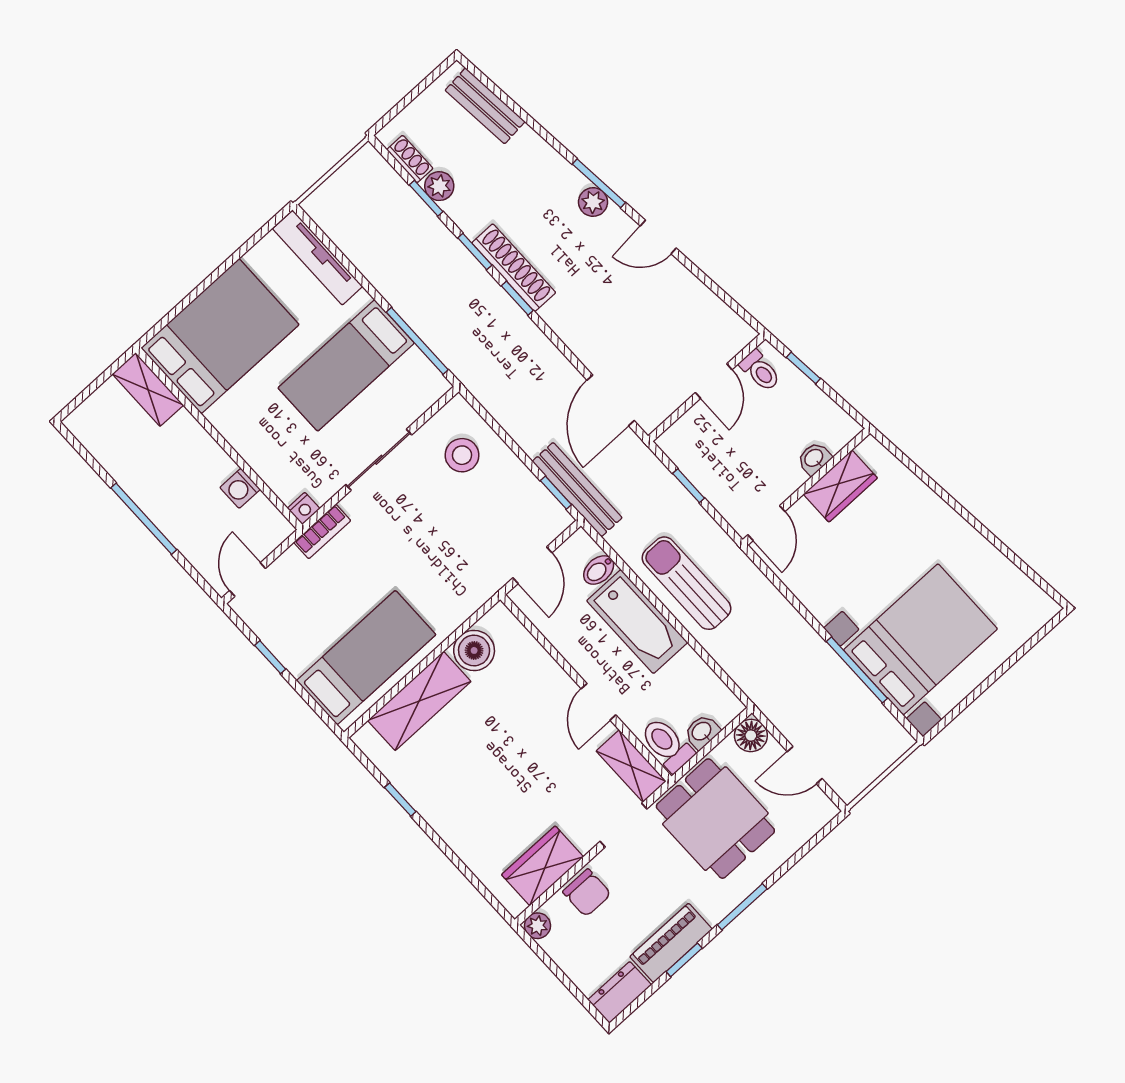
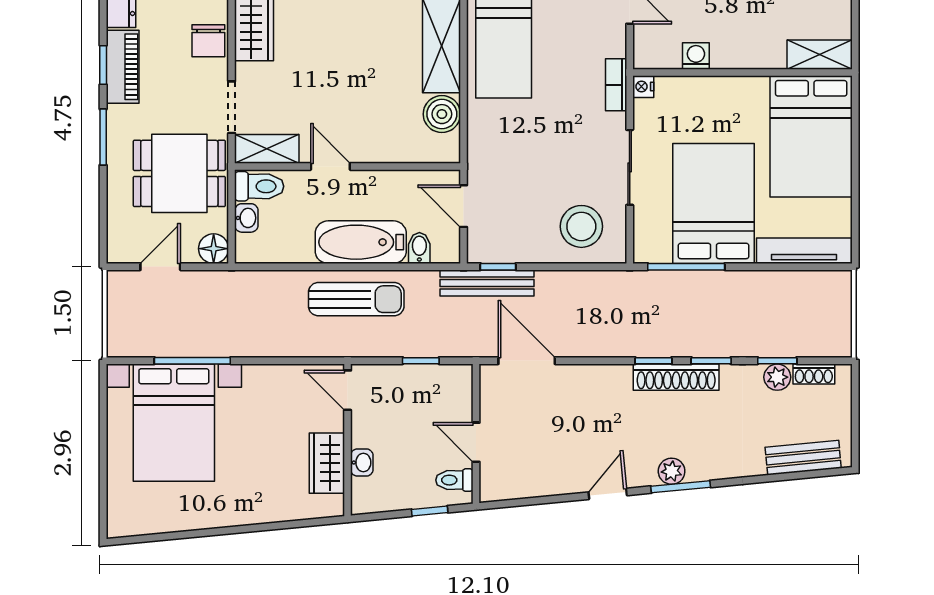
bed: (346, 365) -> (714, 204), width x1.50
stool: (462, 455) -> (581, 226), width x1.38, depth x1.38
chair: (587, 893) -> (208, 41), turned -90

